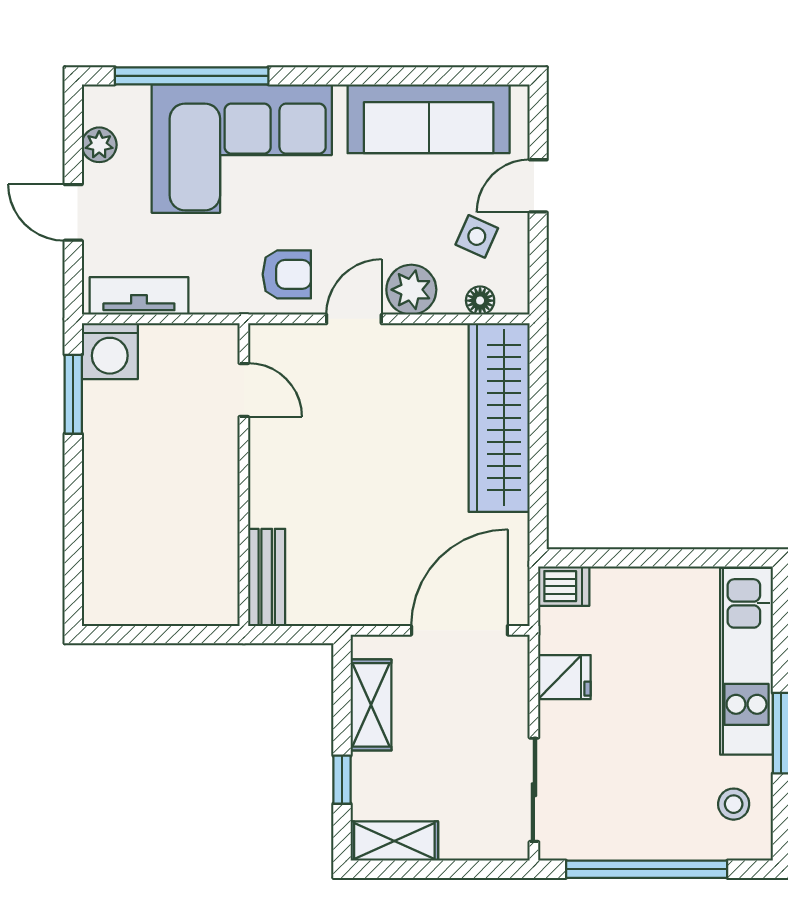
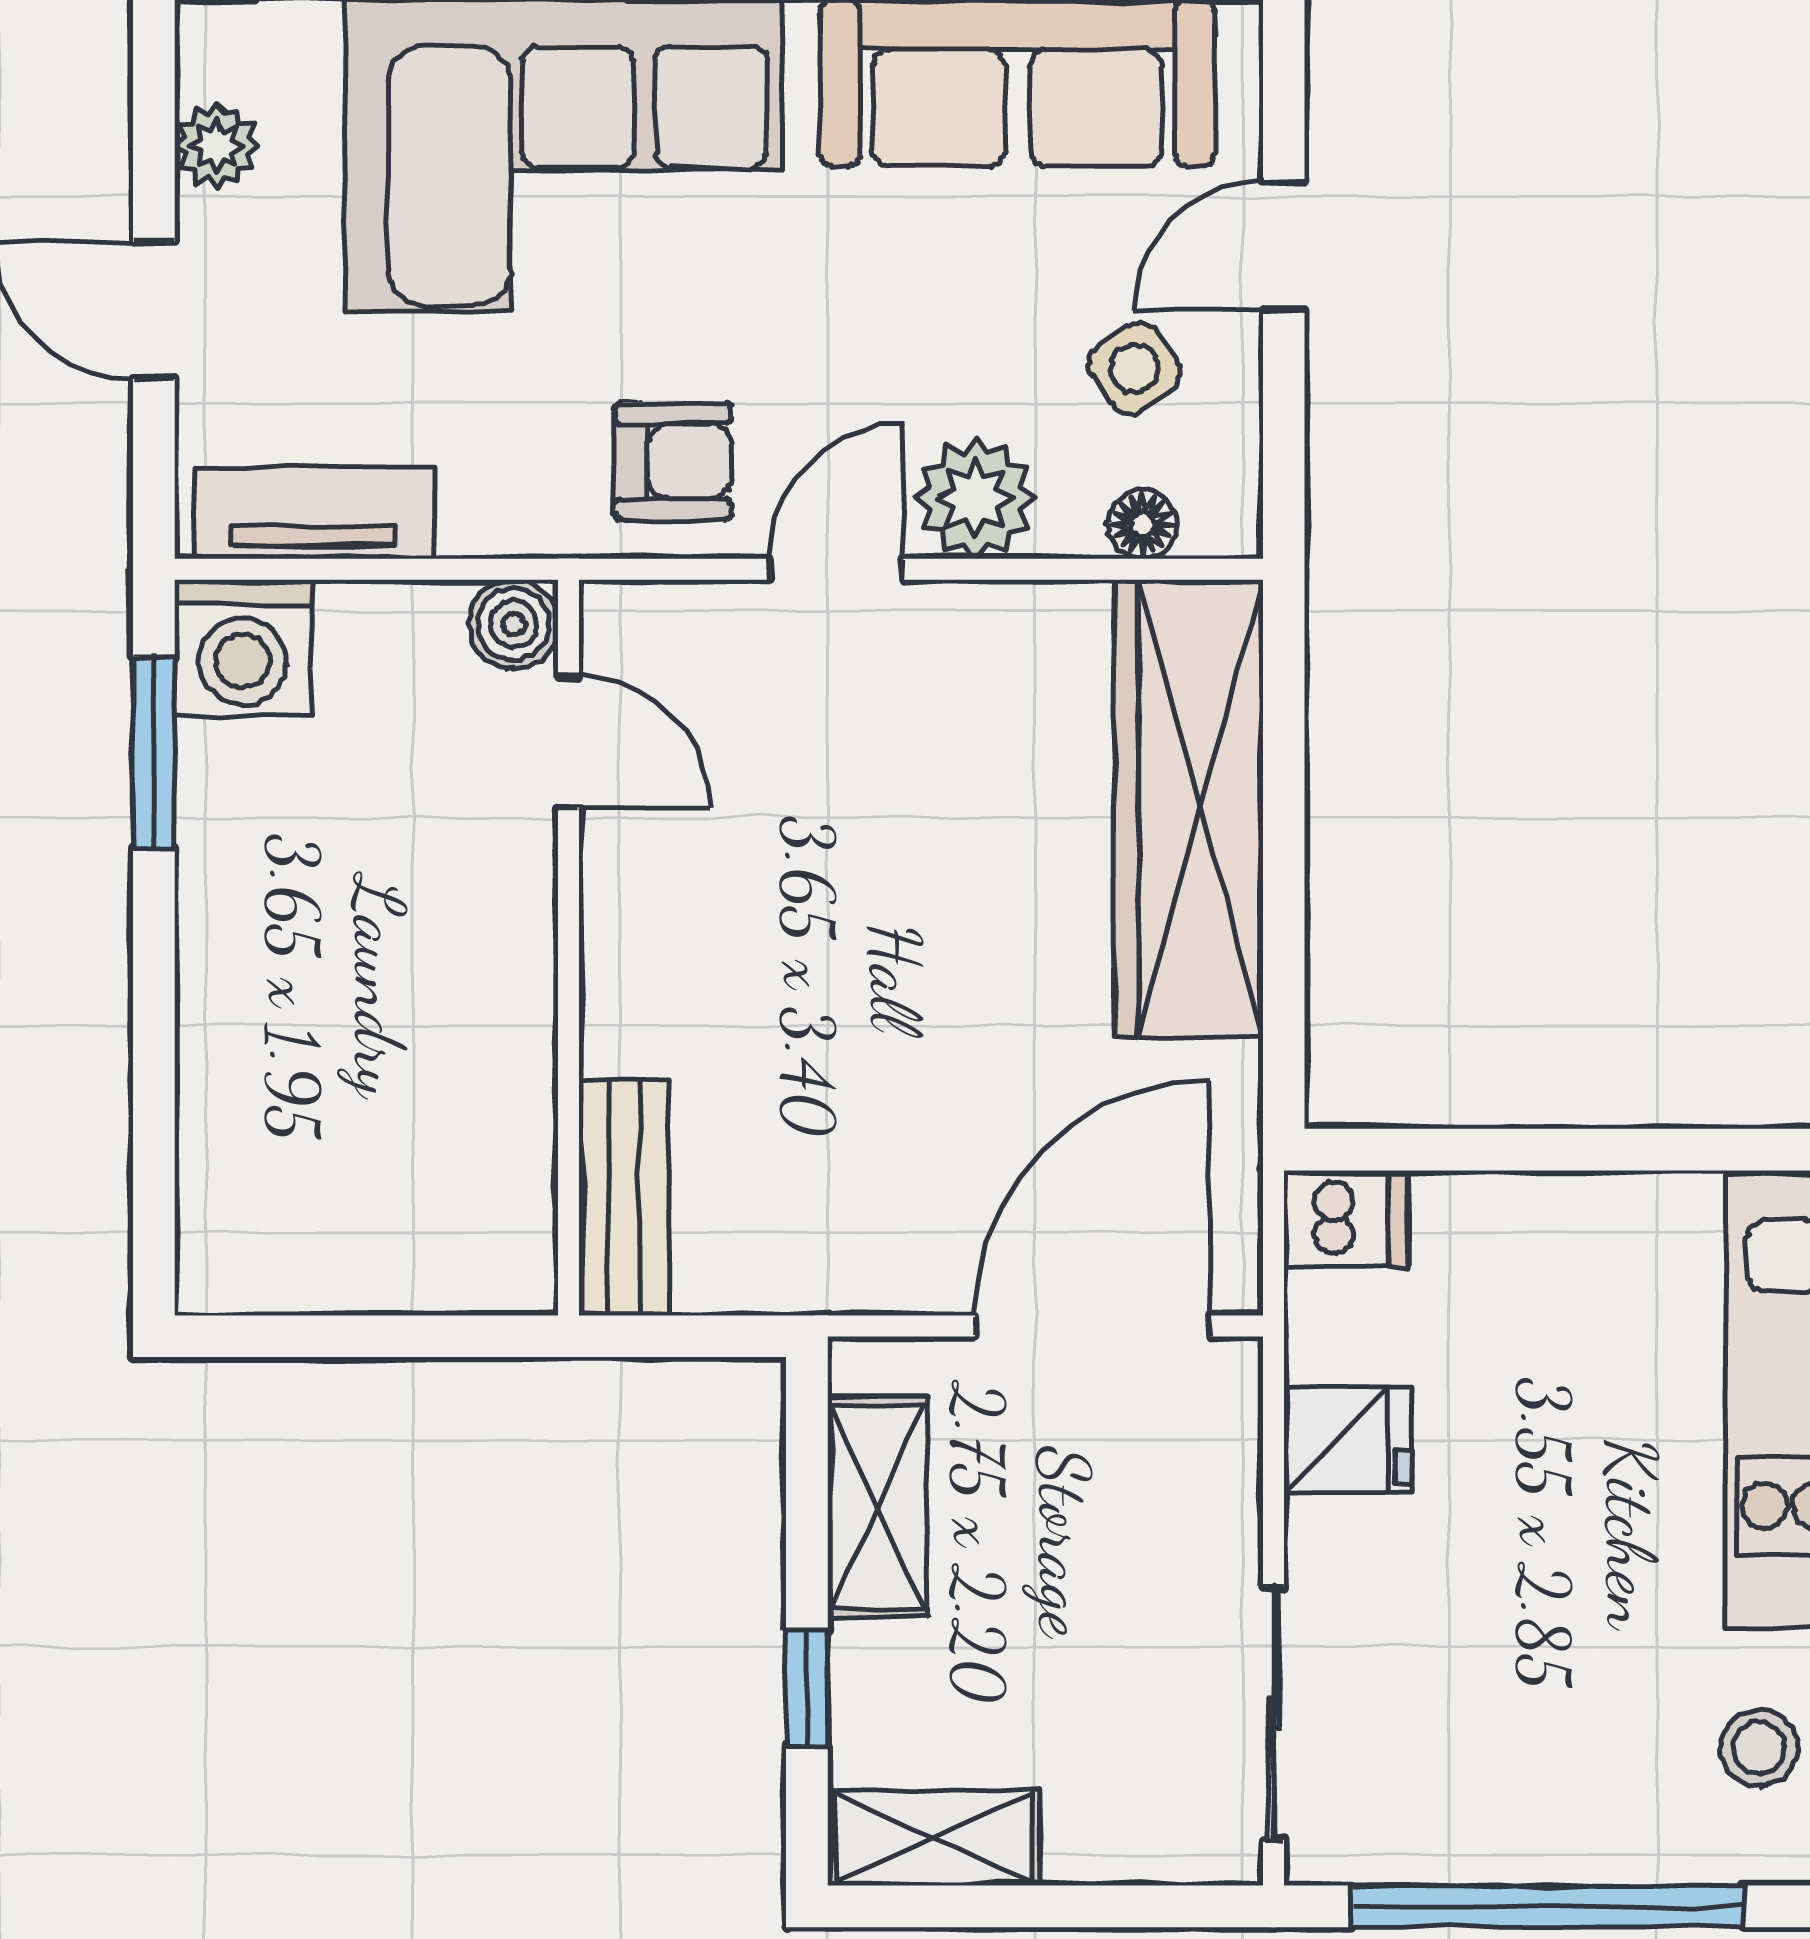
side table: (477, 236) -> (1134, 369), turned 33
boiler: (221, 342) -> (514, 624), added

